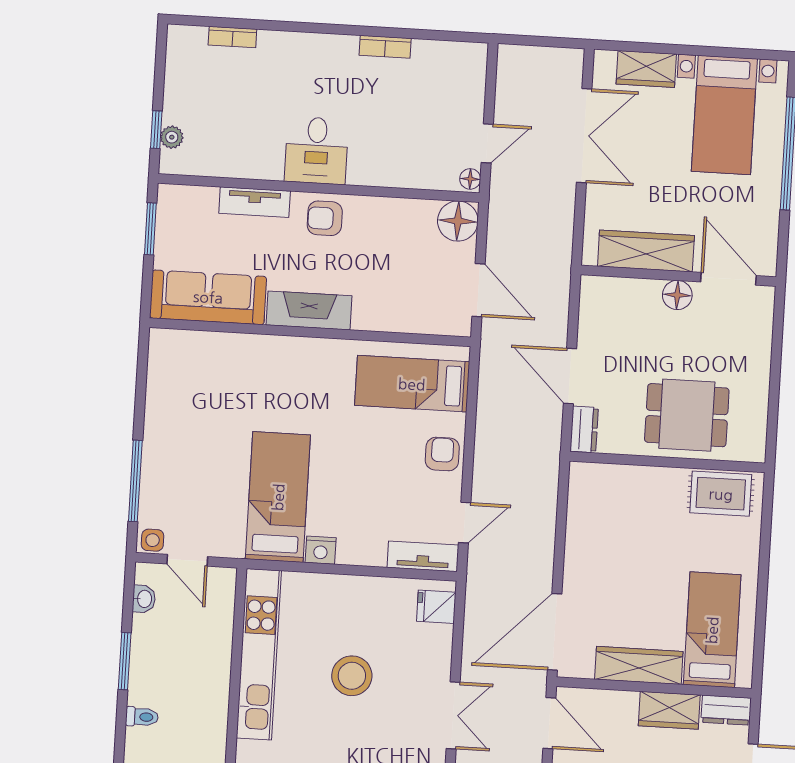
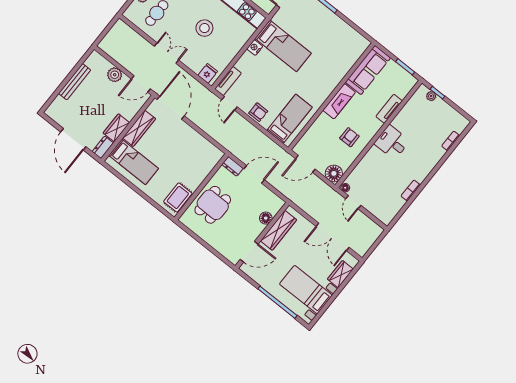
armchair: (325, 218) -> (349, 137), moved
floor lamp: (677, 295) -> (266, 218), moved
double door: (453, 715) -> (167, 53), swing flipped

